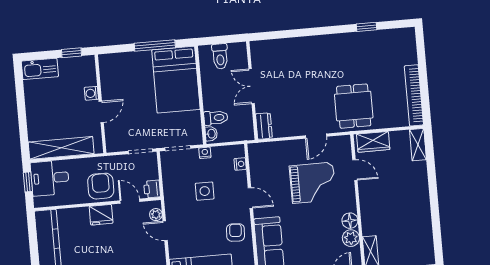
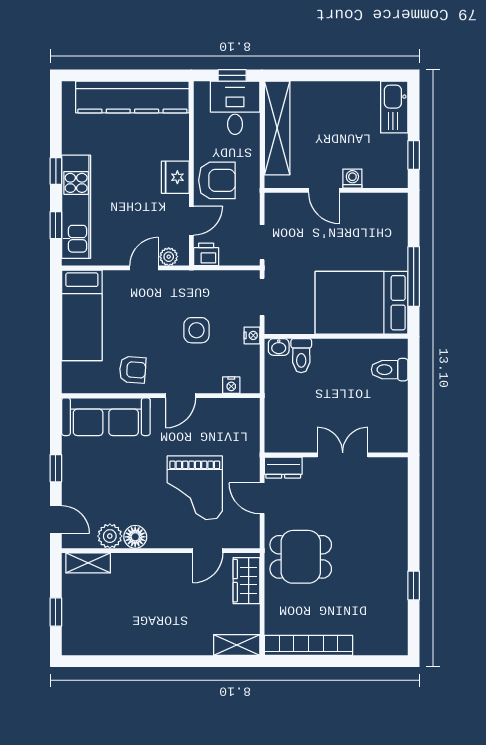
double door: (252, 86) -> (343, 455), moved
wall: (252, 90) -> (336, 455), moved
dresser: (264, 126) -> (283, 468), moved

